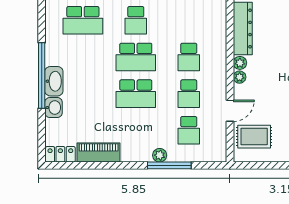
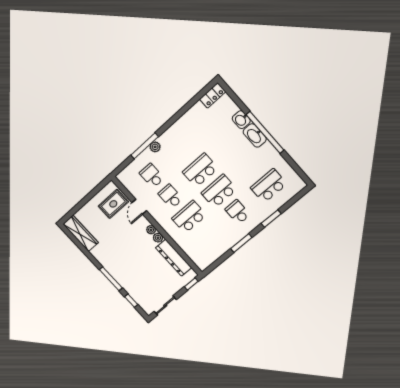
school desk: (189, 57) -> (189, 217), width x1.85
piano: (99, 153) -> (191, 117), removed

